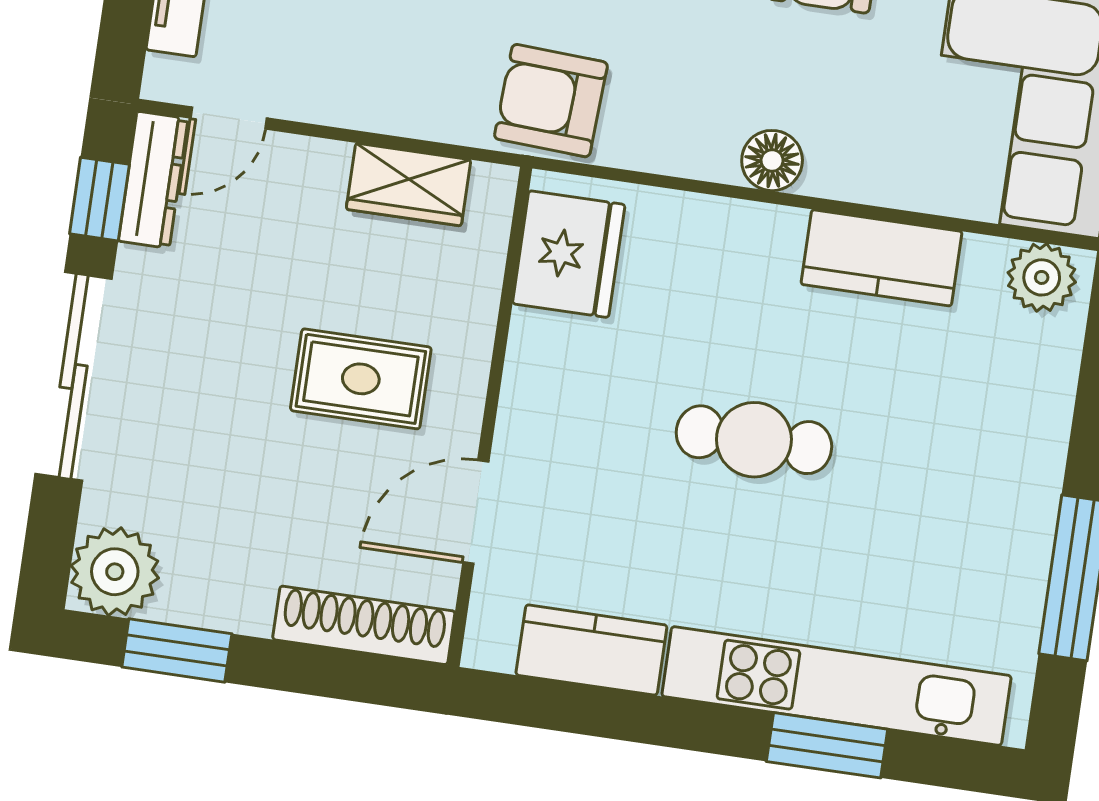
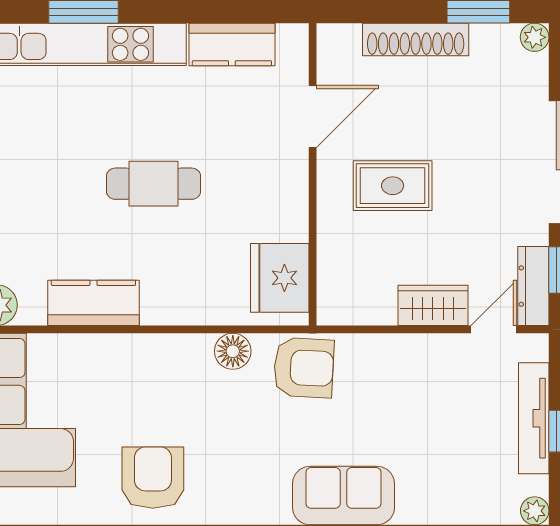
floor lamp: (772, 161) -> (233, 351), moved
wardrobe: (408, 184) -> (433, 305), moved
plant: (115, 572) -> (535, 37), width x0.53, depth x0.53
shoe rack: (364, 625) -> (416, 39), moved

